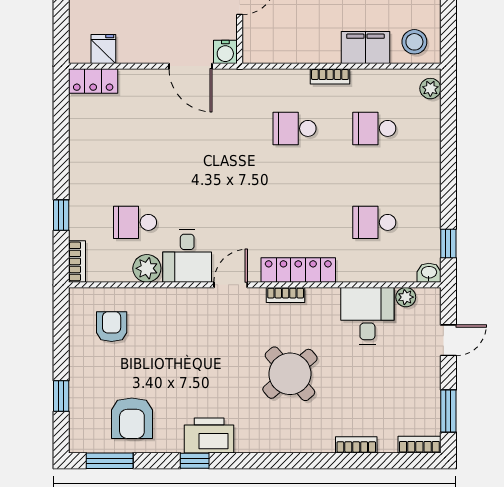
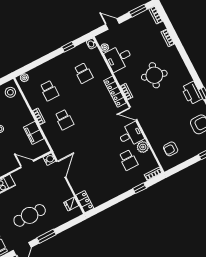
filing cabinet: (365, 47) -> (34, 133), moved
window: (448, 243) -> (68, 47), moved
round table: (290, 374) -> (154, 75), turned -33

